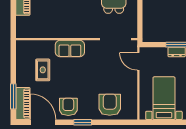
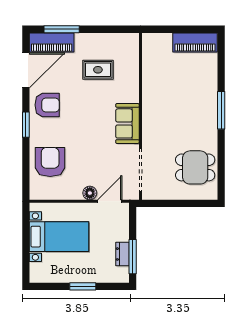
sofa: (70, 48) -> (127, 123), moved
floor lamp: (132, 76) -> (90, 193), added
armchair: (110, 105) -> (50, 162), turned -90

